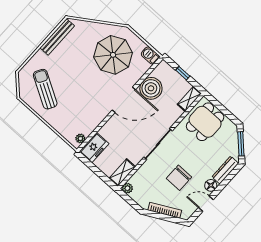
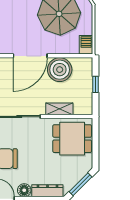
shelving: (189, 99) -> (59, 109), moved
door: (124, 100) -> (30, 56), hinge flipped

